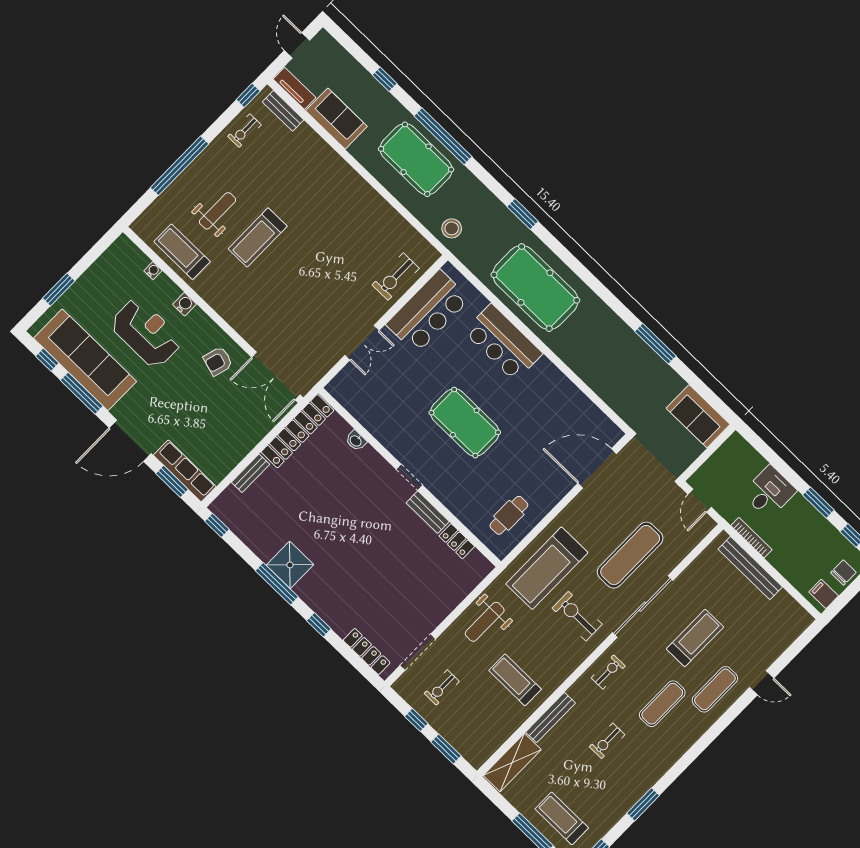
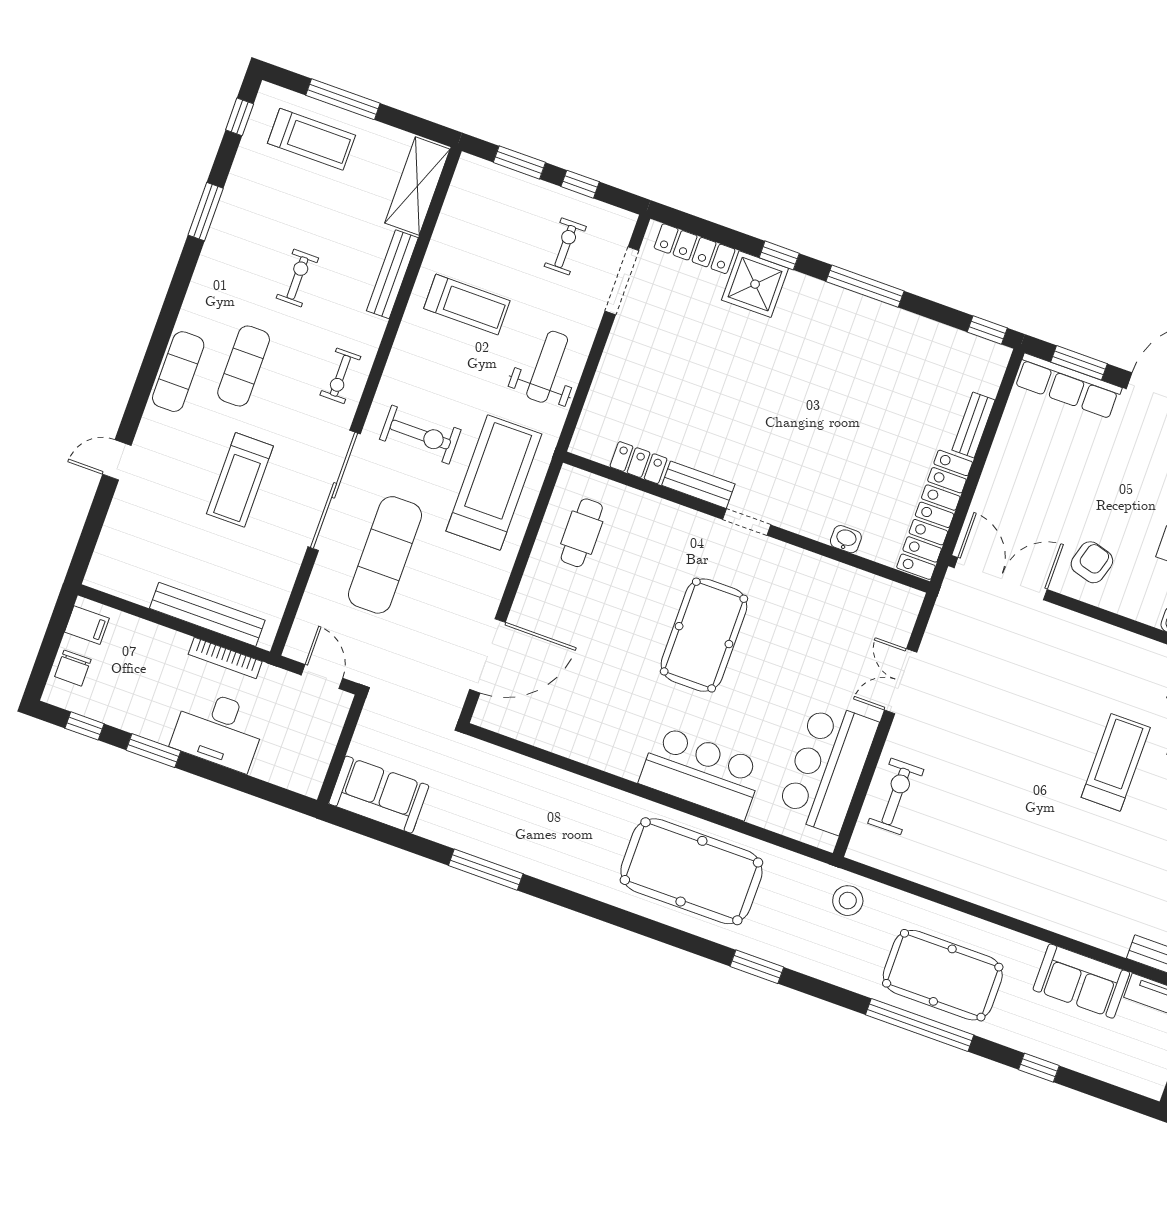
pool table: (465, 423) -> (704, 635), turned 90
desk: (769, 492) -> (219, 730), width x1.37
shower: (290, 565) -> (755, 284), moved
exercise mat: (715, 689) -> (178, 372), moved

